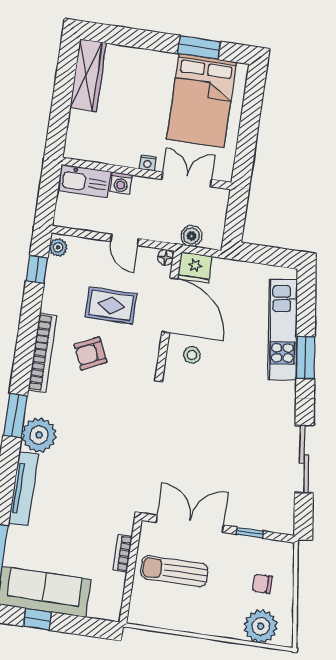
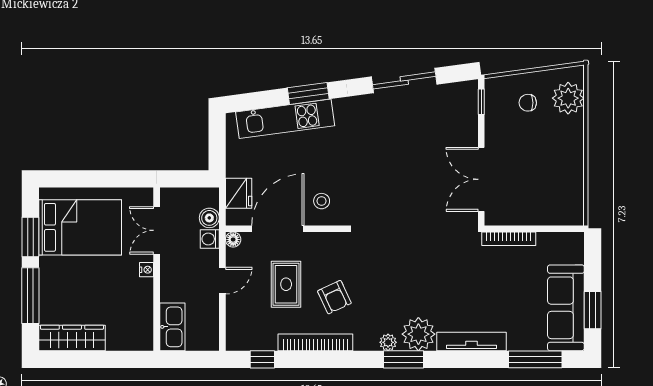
window: (138, 39) -> (30, 296), added
washing machine: (121, 183) -> (210, 239), moved, turned 180
plant: (58, 247) -> (388, 342), moved
fridge: (195, 267) -> (239, 193), moved
bookcase: (42, 353) -> (315, 342), moved
window: (250, 533) -> (481, 102), moved
bookcase: (123, 553) -> (509, 239), width x1.56
sun lounger: (174, 571) -> (528, 188), removed
chair: (262, 584) -> (528, 103), turned 90
window: (37, 619) -> (593, 310), width x1.50

